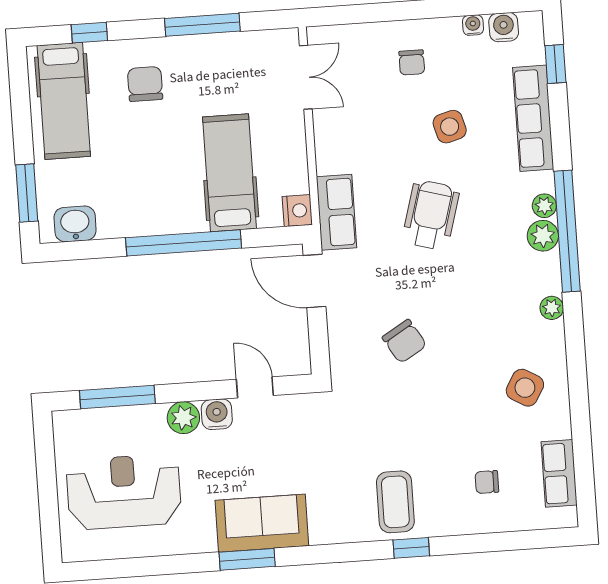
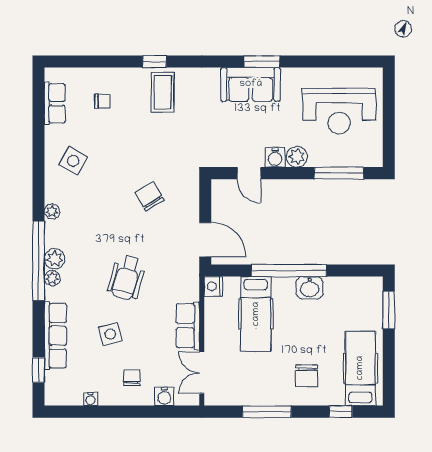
water cooler: (504, 27) -> (164, 396), moved
row of seats: (336, 212) -> (188, 326), moved
washbasin: (75, 224) -> (310, 288), moved

